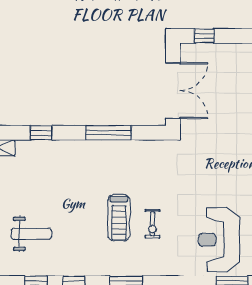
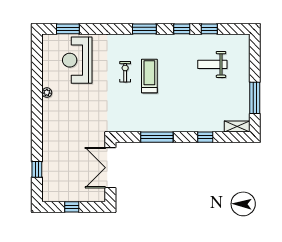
window: (204, 36) -> (72, 207), moved
reception desk: (219, 240) -> (77, 60), turned 180

